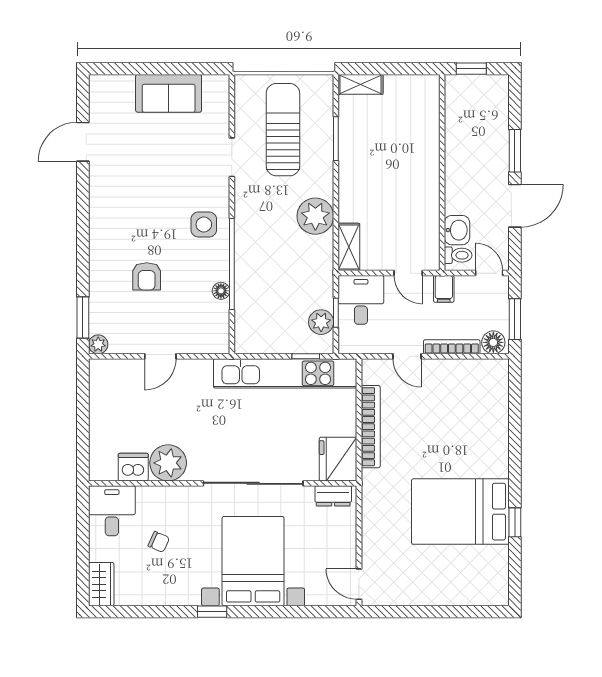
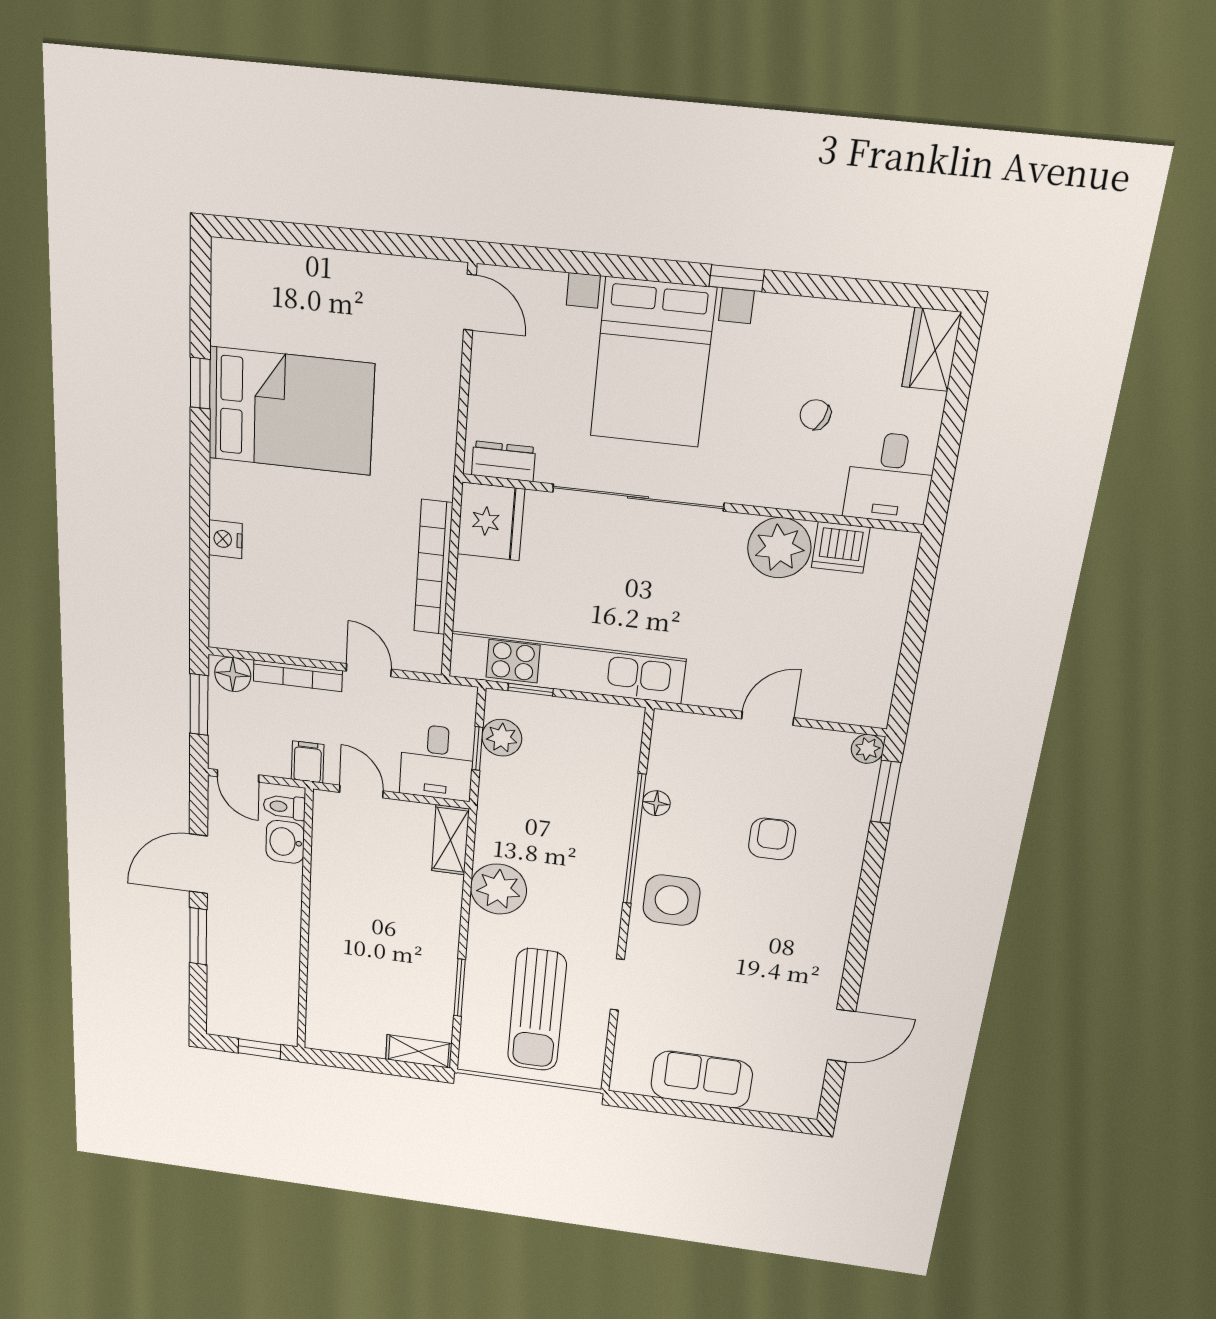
side table: (204, 224) -> (672, 900), width x1.37, depth x1.37
nightstand: (499, 429) -> (225, 539), added

